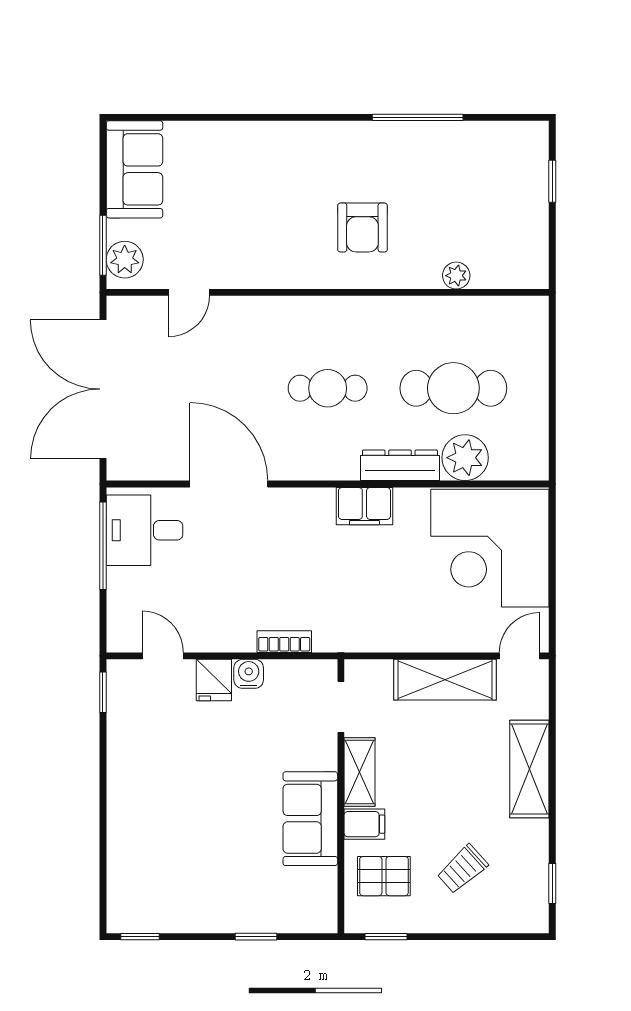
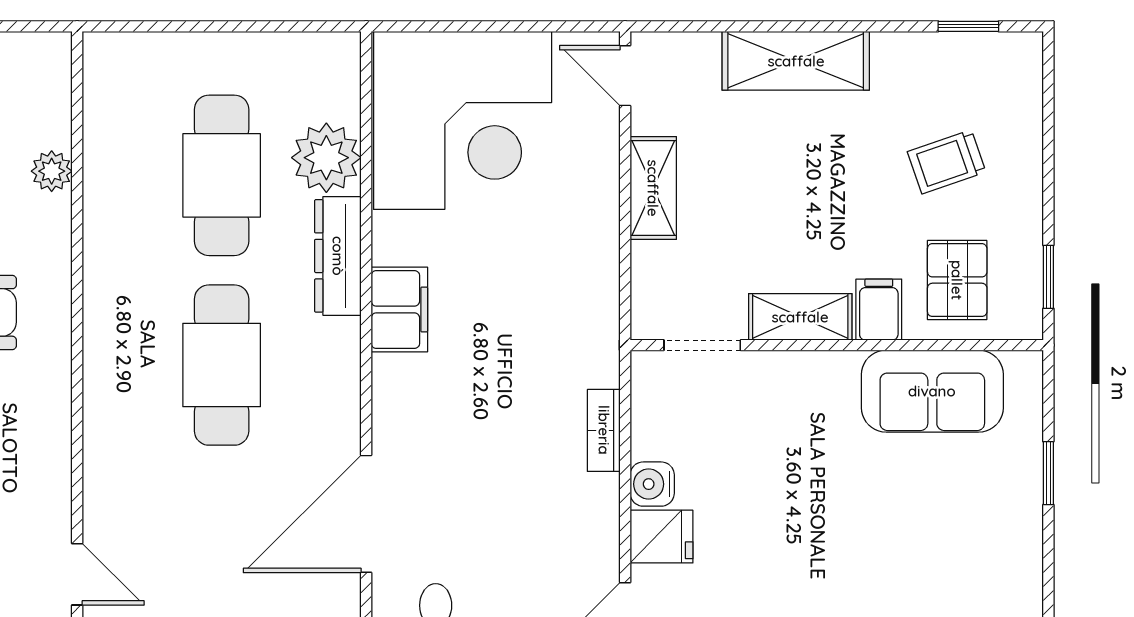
cafe table: (328, 388) -> (222, 365), width x1.37, depth x1.35
shelving: (445, 680) -> (653, 188), width x0.67, depth x0.75
sofa: (310, 819) -> (932, 391), moved
trolley: (462, 869) -> (947, 162), turned 113

